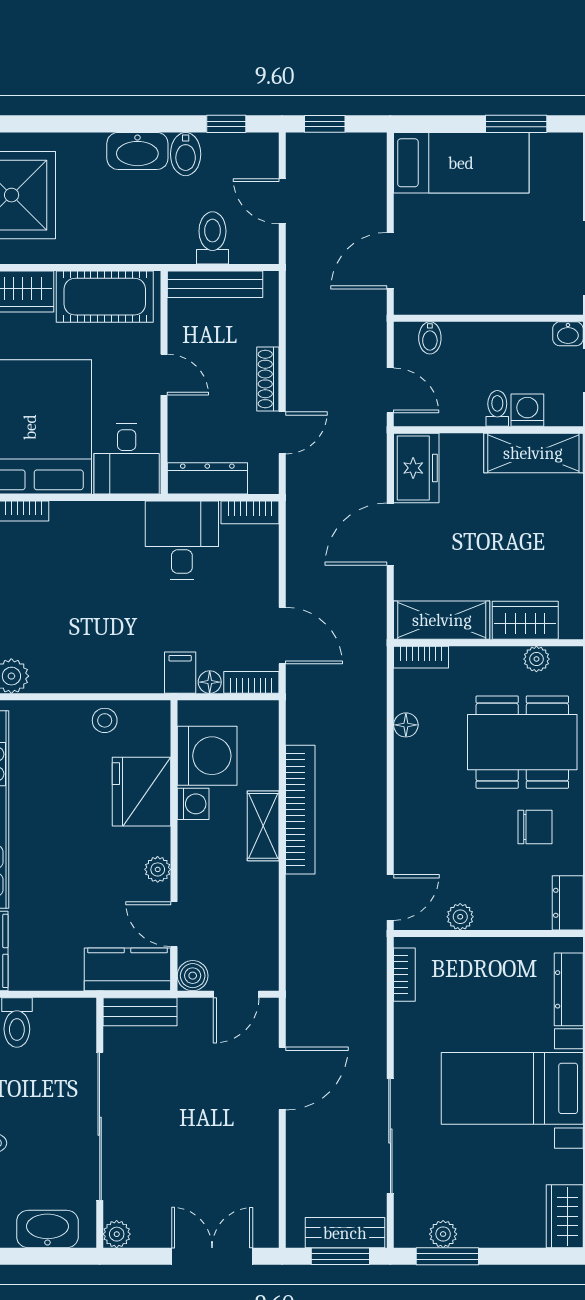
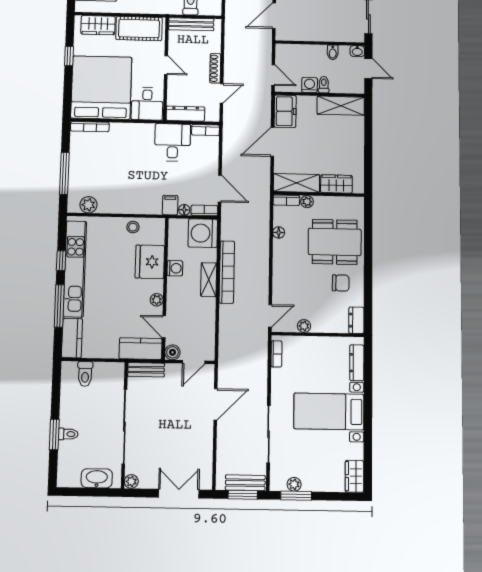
bidet: (430, 338) -> (333, 52), moved
washing machine: (527, 410) -> (310, 85), moved
plant: (536, 659) -> (307, 202), moved
washing machine: (207, 756) -> (203, 233), moved, turned 180

